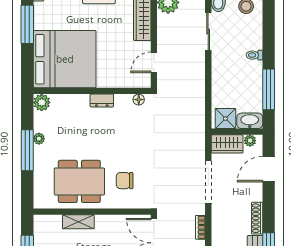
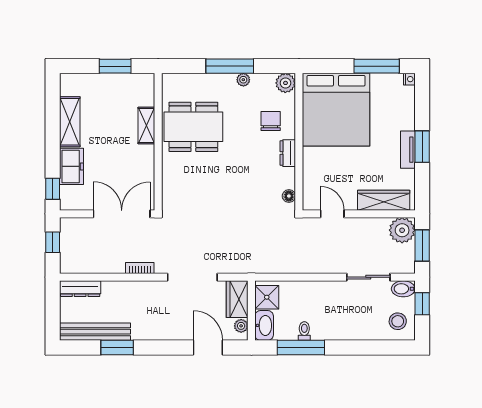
toilet: (254, 55) -> (304, 331), moved
dining table: (79, 181) -> (193, 127), turned 90
chair: (125, 181) -> (271, 121), moved
shoe rack: (257, 218) -> (151, 334), removed

